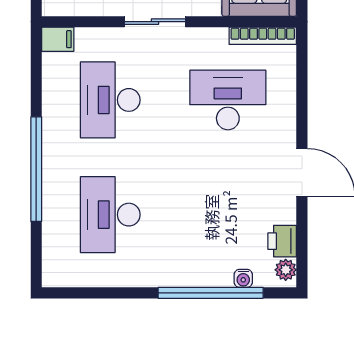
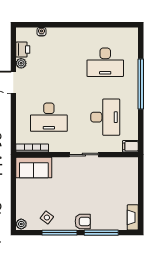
desk: (110, 215) -> (105, 62), turned 90
plant: (286, 270) -> (21, 63), moved
window: (211, 293) -> (57, 25), removed

